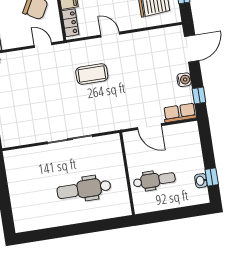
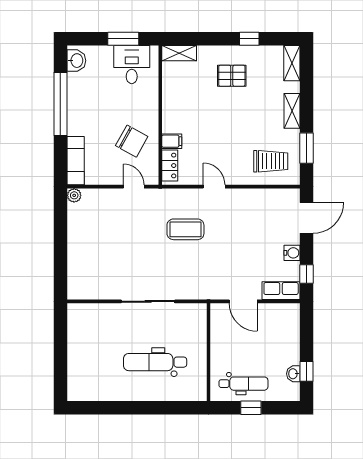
dental chair: (154, 180) -> (244, 384), moved
window: (170, 215) -> (251, 408), added

